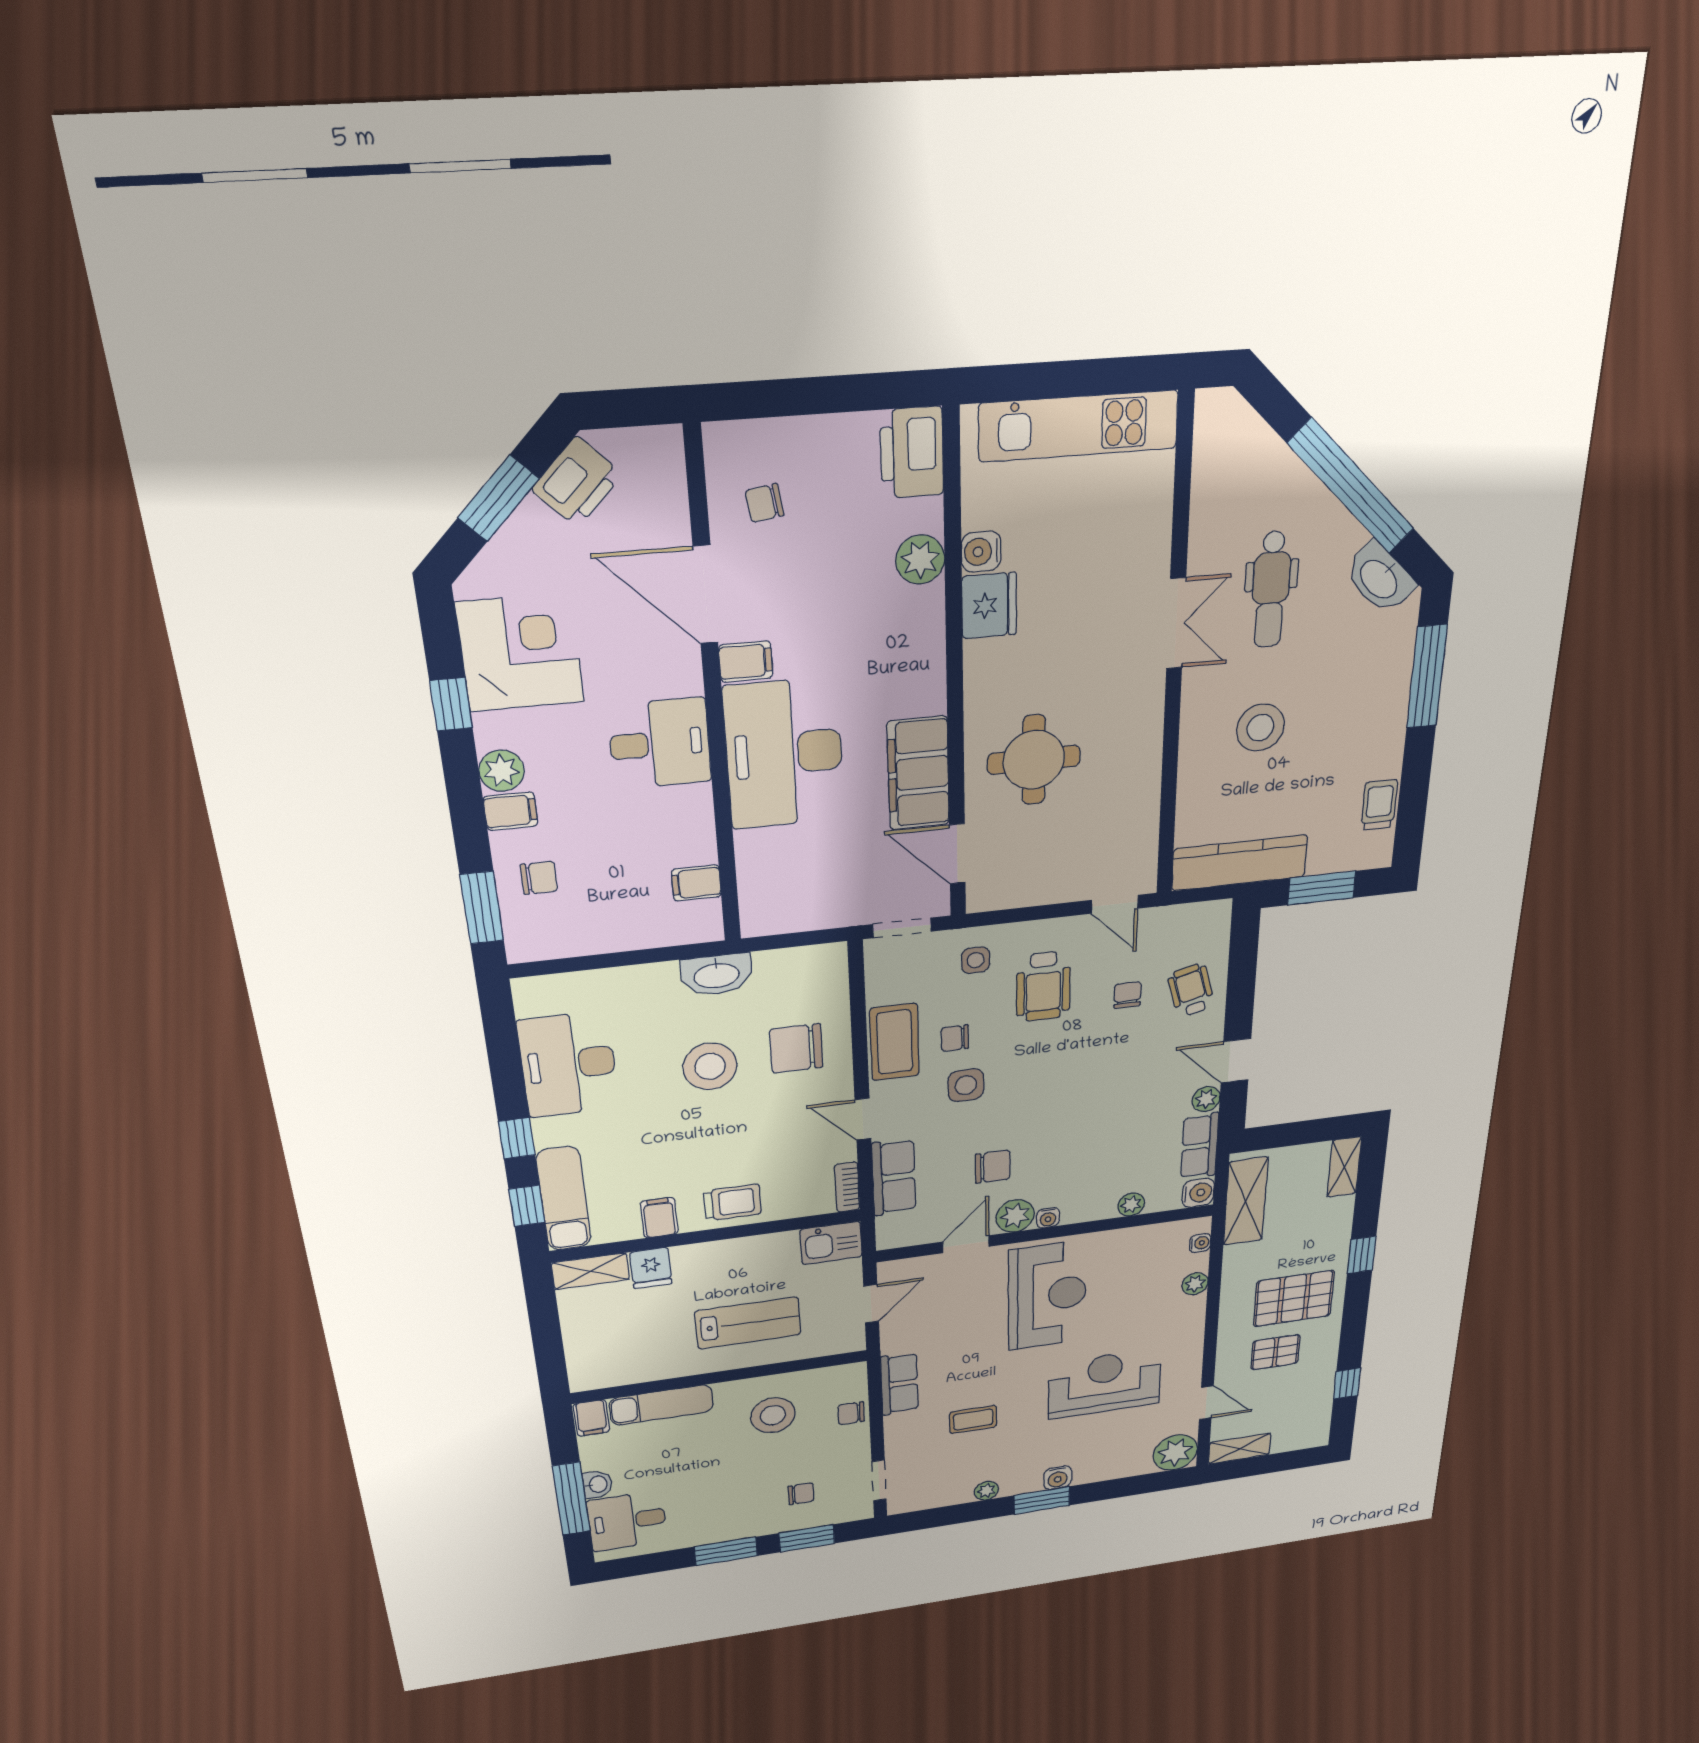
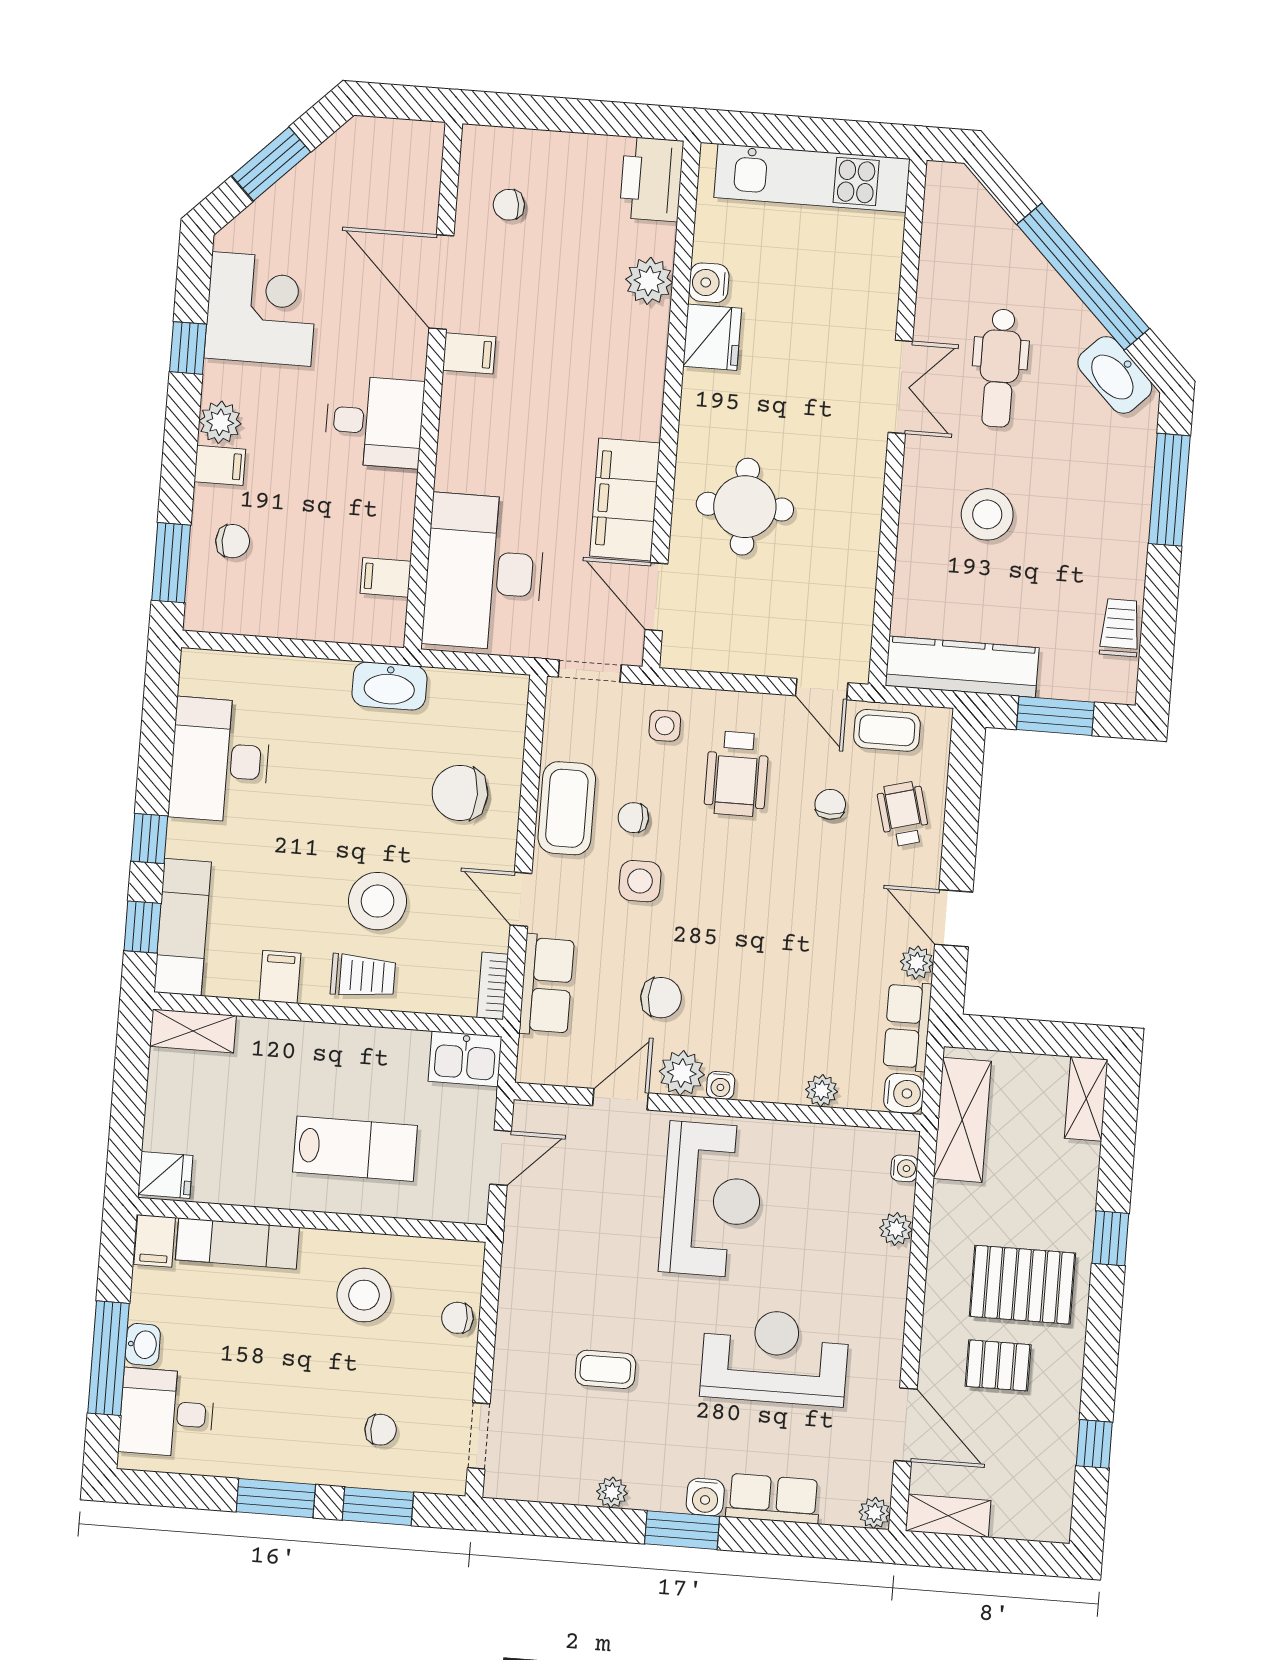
printer: (577, 482) -> (343, 160), removed
desk: (784, 754) -> (484, 572), moved
coffee table: (1175, 927) -> (887, 730), added
stool: (710, 1066) -> (378, 901), moved
fridge: (651, 1268) -> (165, 1175), moved, turned -90
row of seats: (900, 1384) -> (773, 1499), moved, turned -90
door: (1206, 1403) -> (906, 1425), width x1.38
plant: (1175, 1453) -> (875, 1513), width x0.53, depth x0.53

